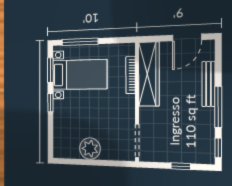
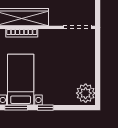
plant: (90, 149) -> (86, 93), moved

